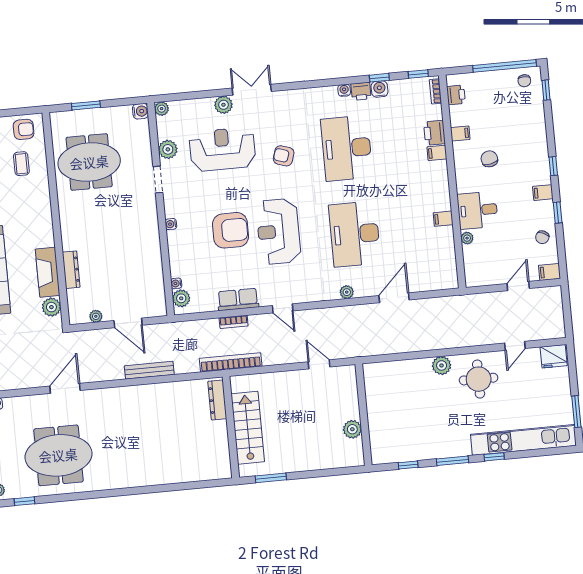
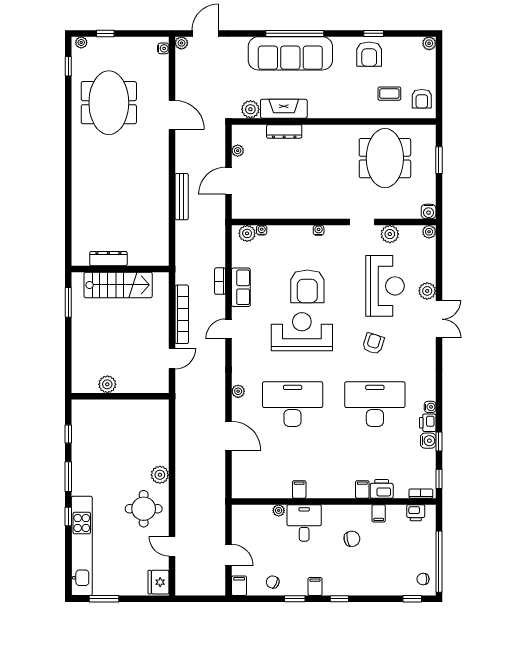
bookcase: (231, 362) -> (182, 314), moved
dresser: (217, 400) -> (108, 259), moved

